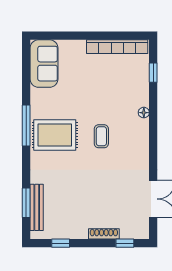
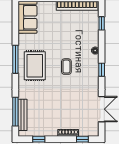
rug: (55, 135) -> (35, 66), turned 90
window: (153, 141) -> (102, 70), added
window: (26, 203) -> (15, 112), width x1.44

